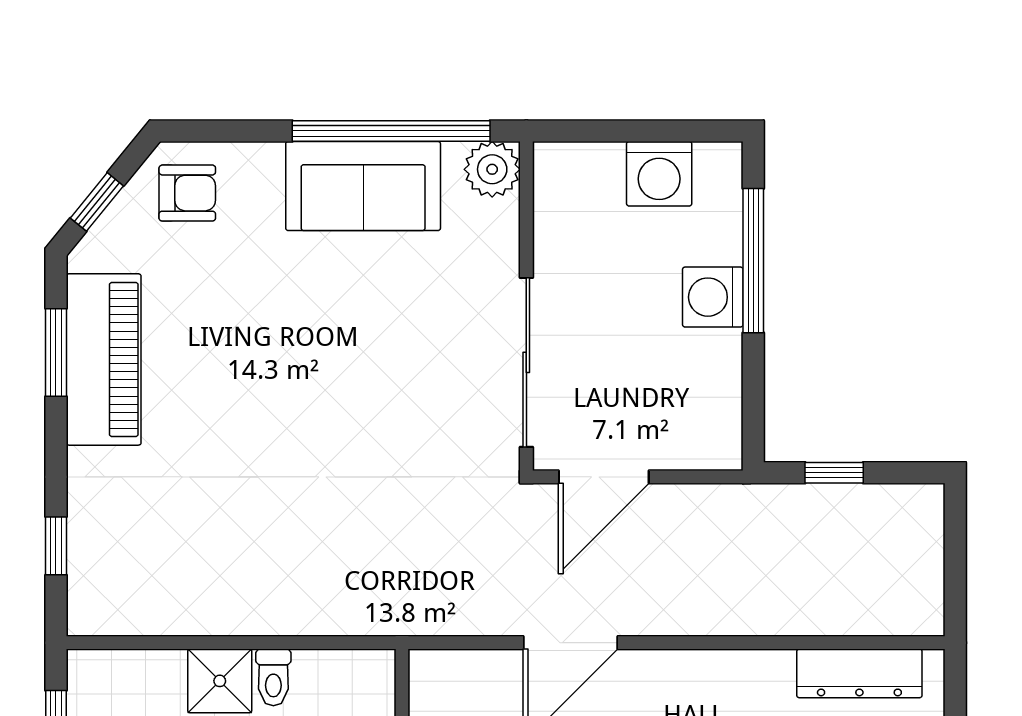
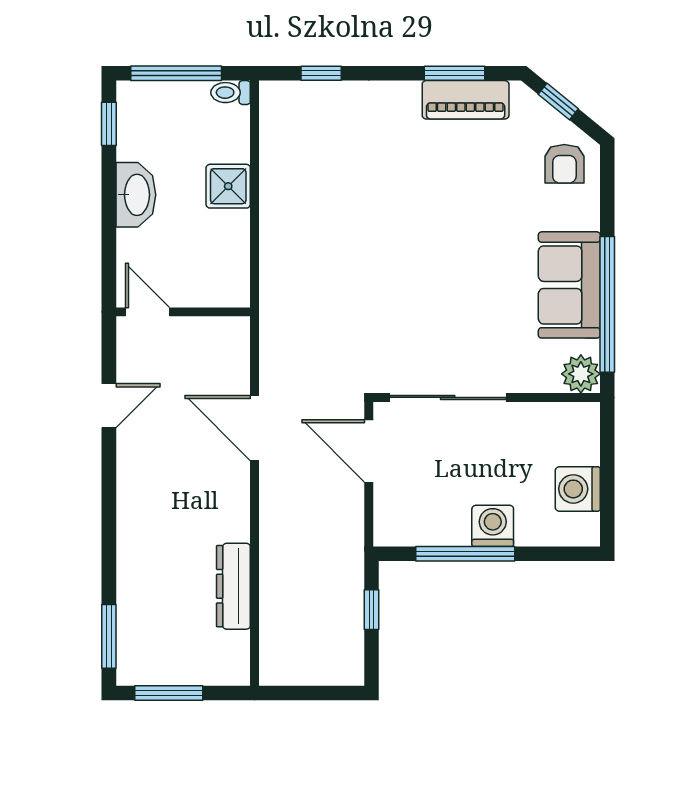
window: (753, 261) -> (465, 554), moved
piano: (104, 359) -> (466, 100), width x0.73, depth x0.75
dresser: (859, 673) -> (233, 586), moved
toilet: (273, 677) -> (231, 93), moved

